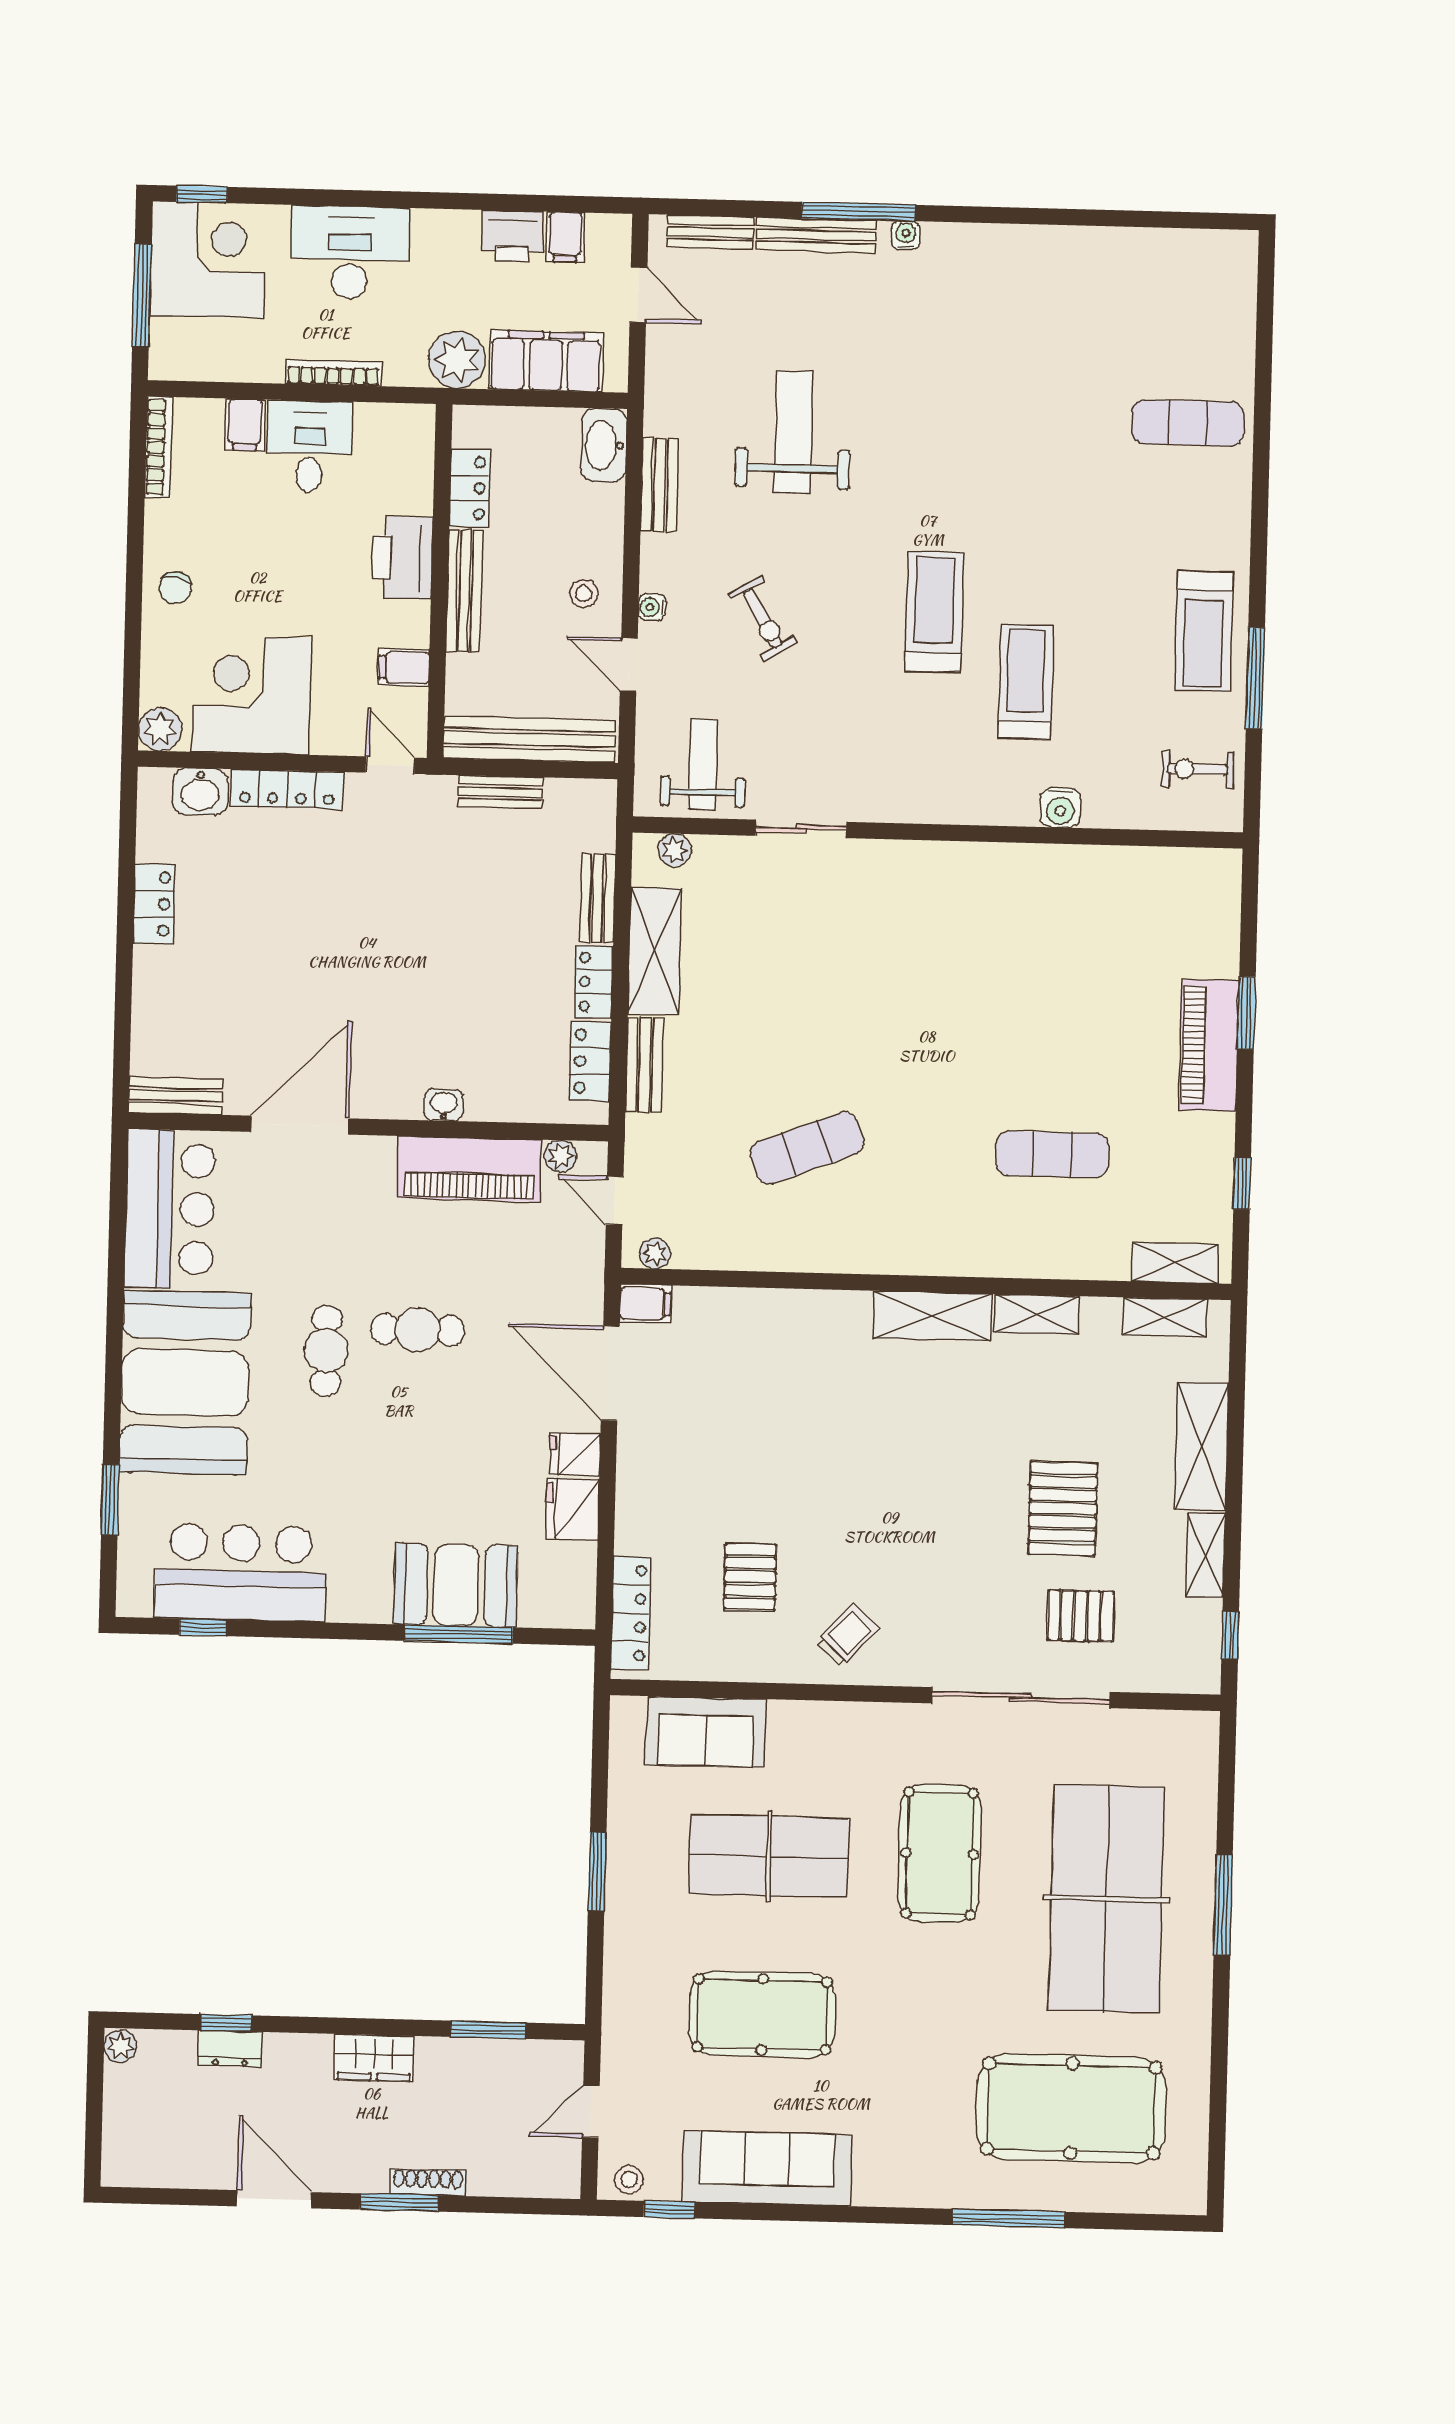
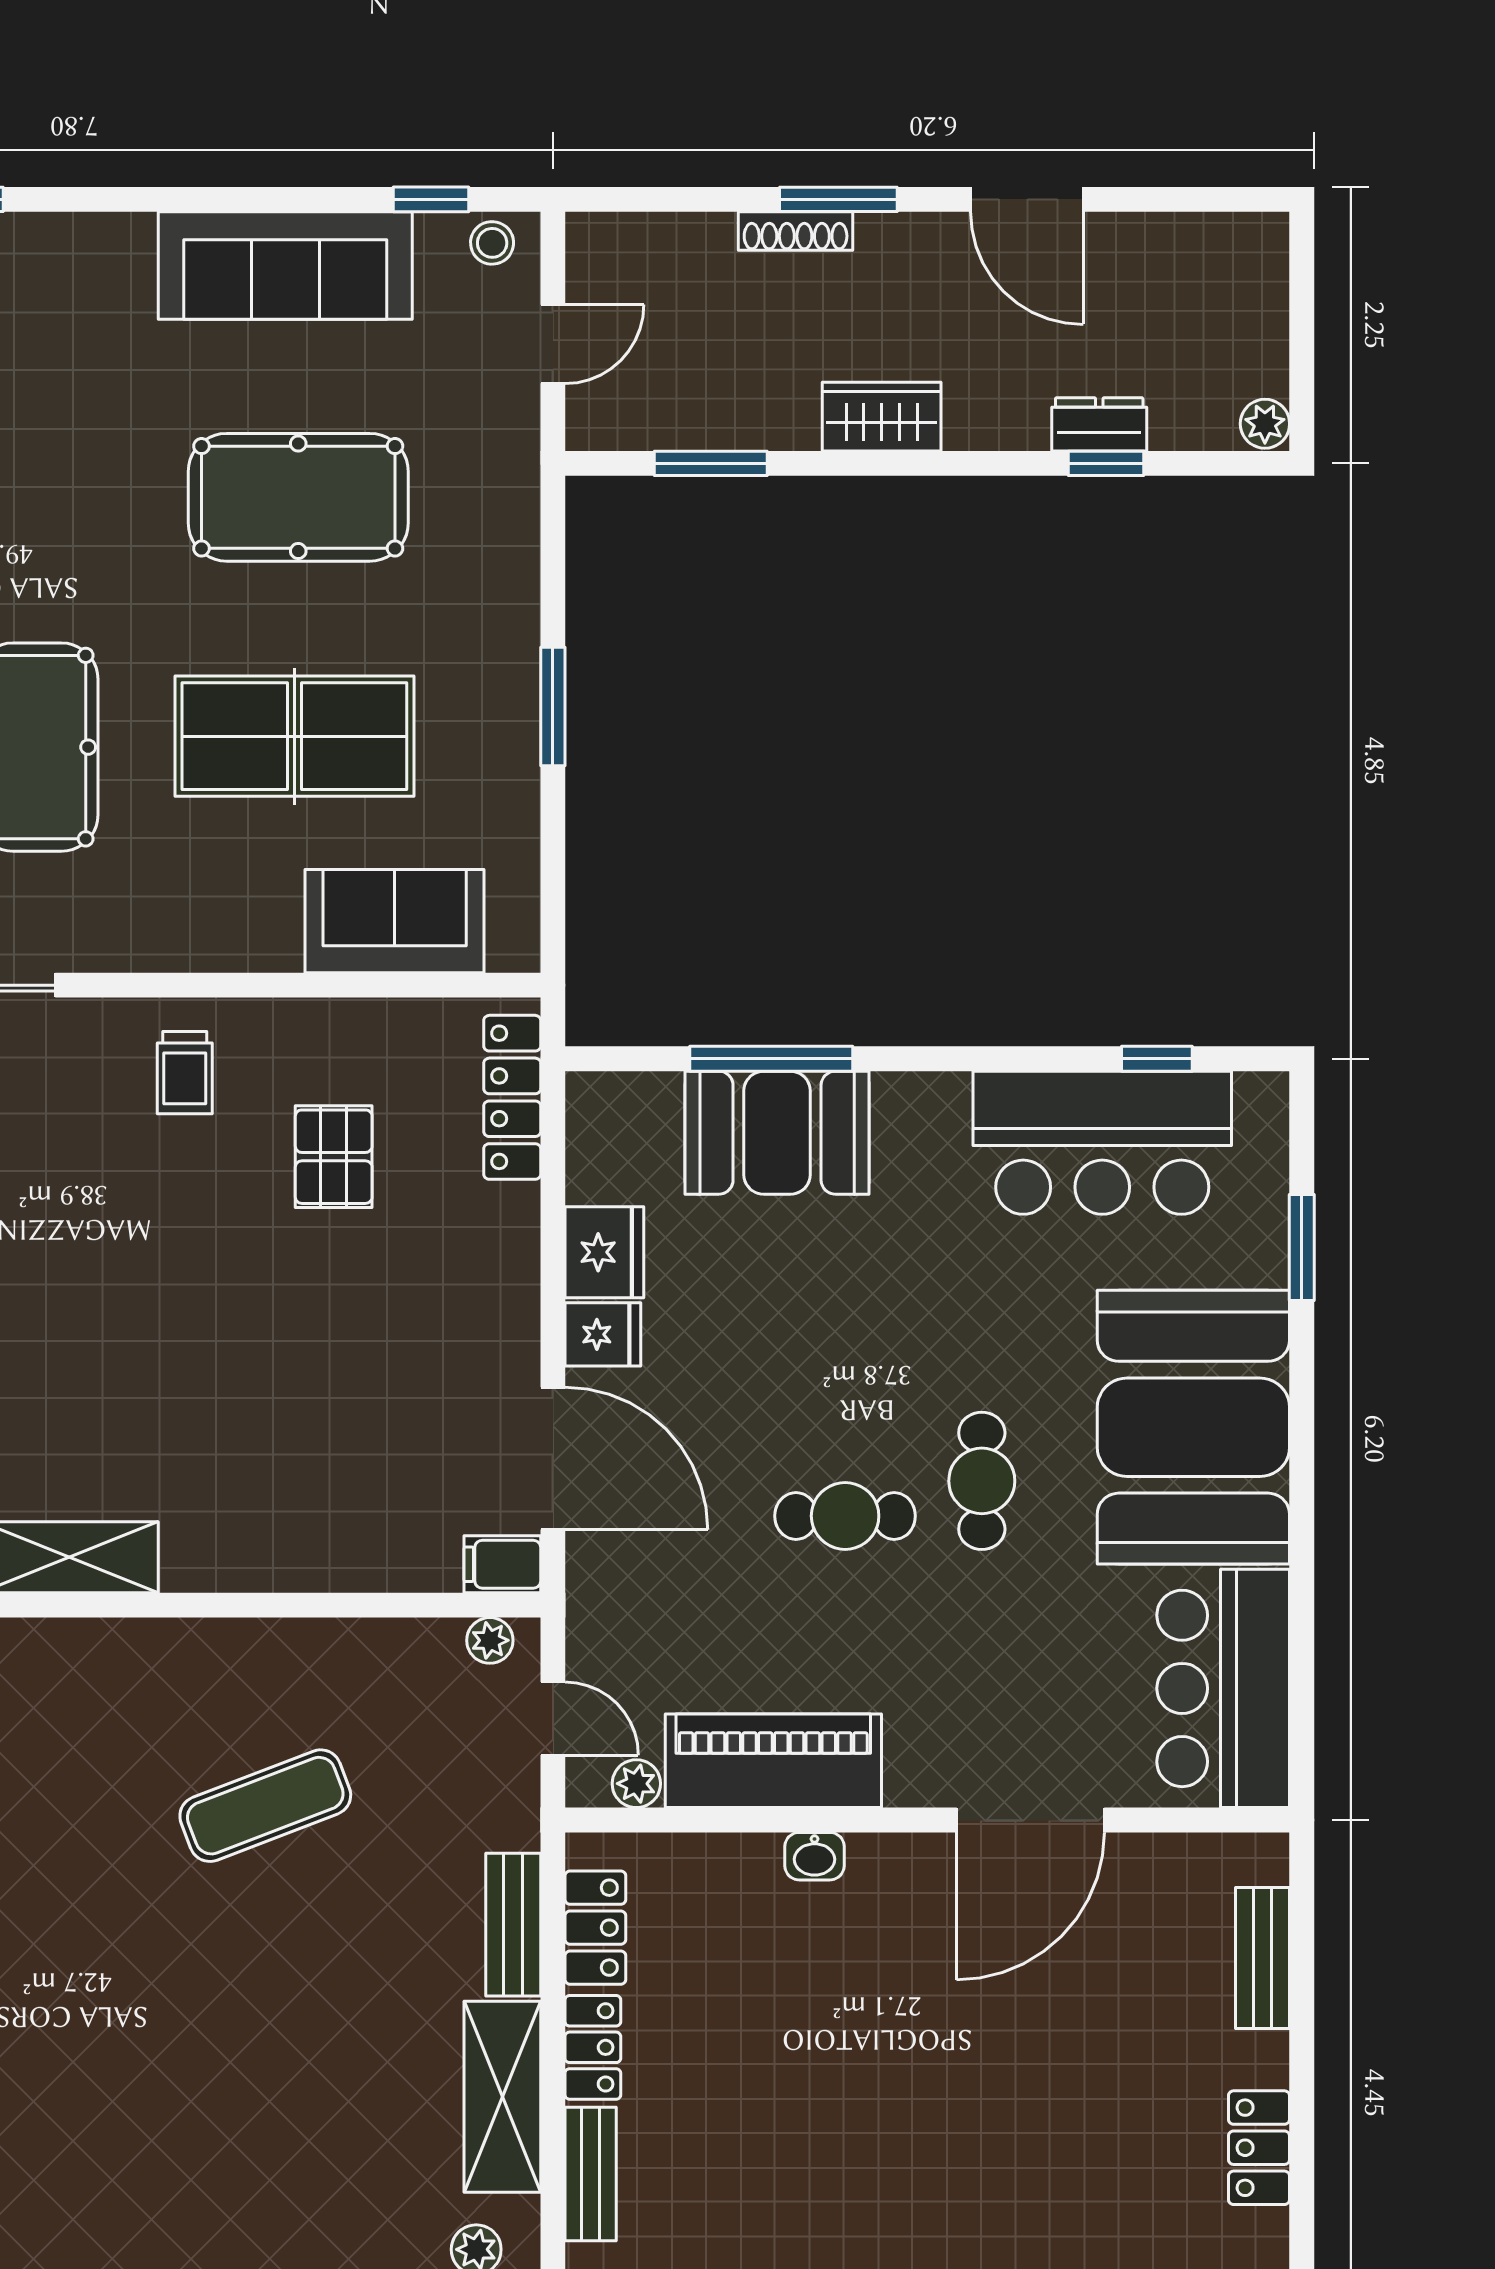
bench: (176, 1096) -> (1263, 1958), moved, turned 90
trolley: (847, 1635) -> (185, 1073), turned -43

